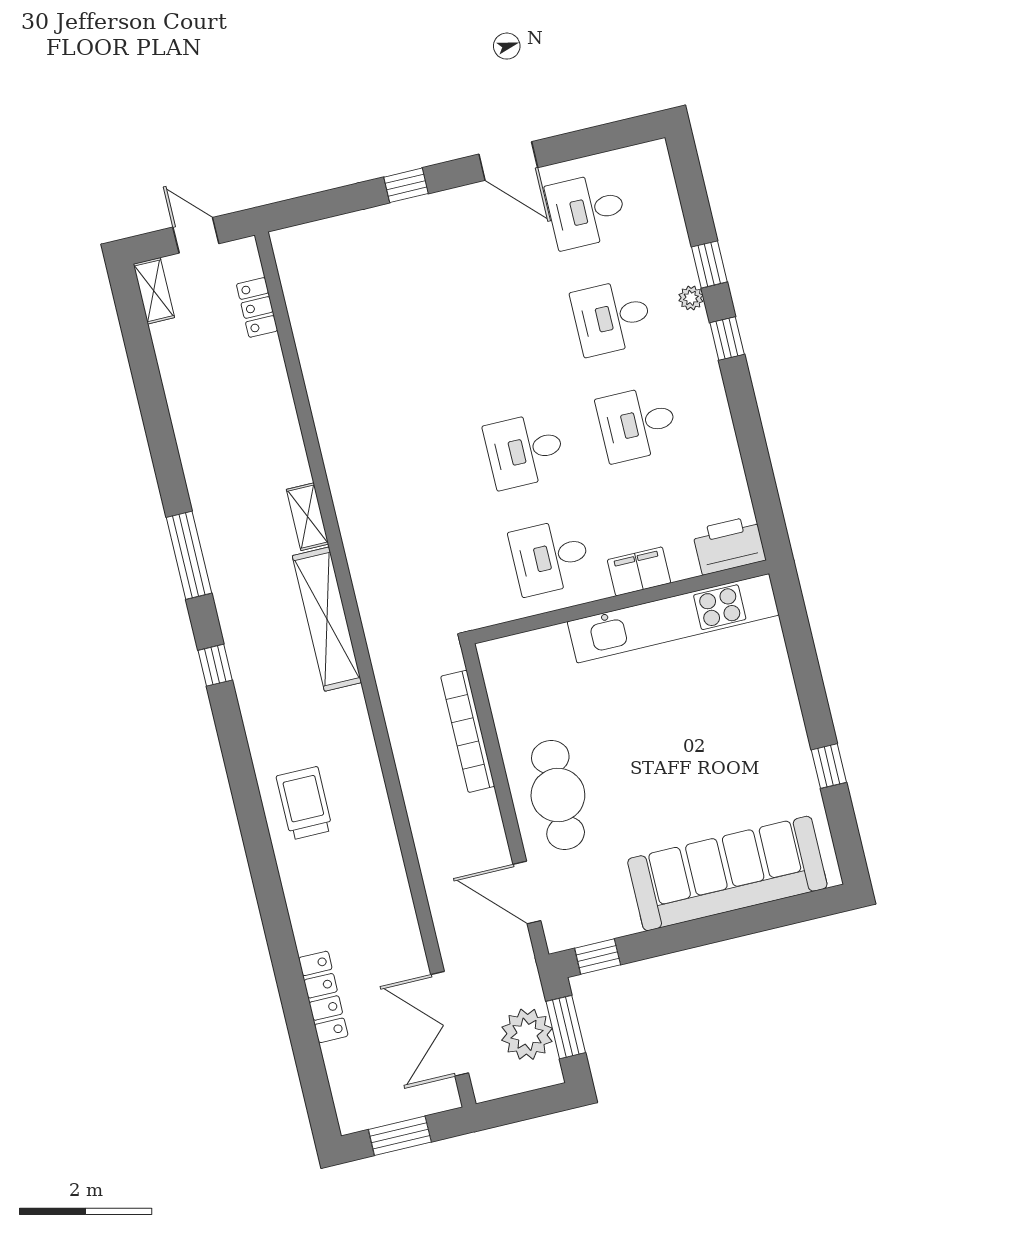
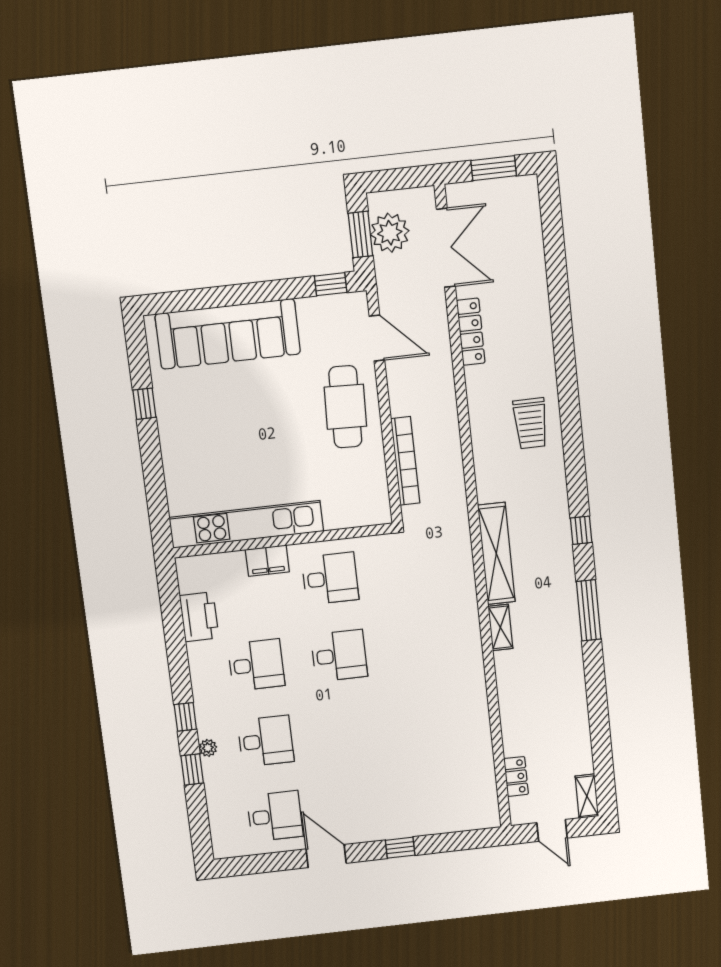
printer: (729, 545) -> (199, 617), moved, turned -90
locker: (323, 997) -> (471, 332), moved, turned 180

